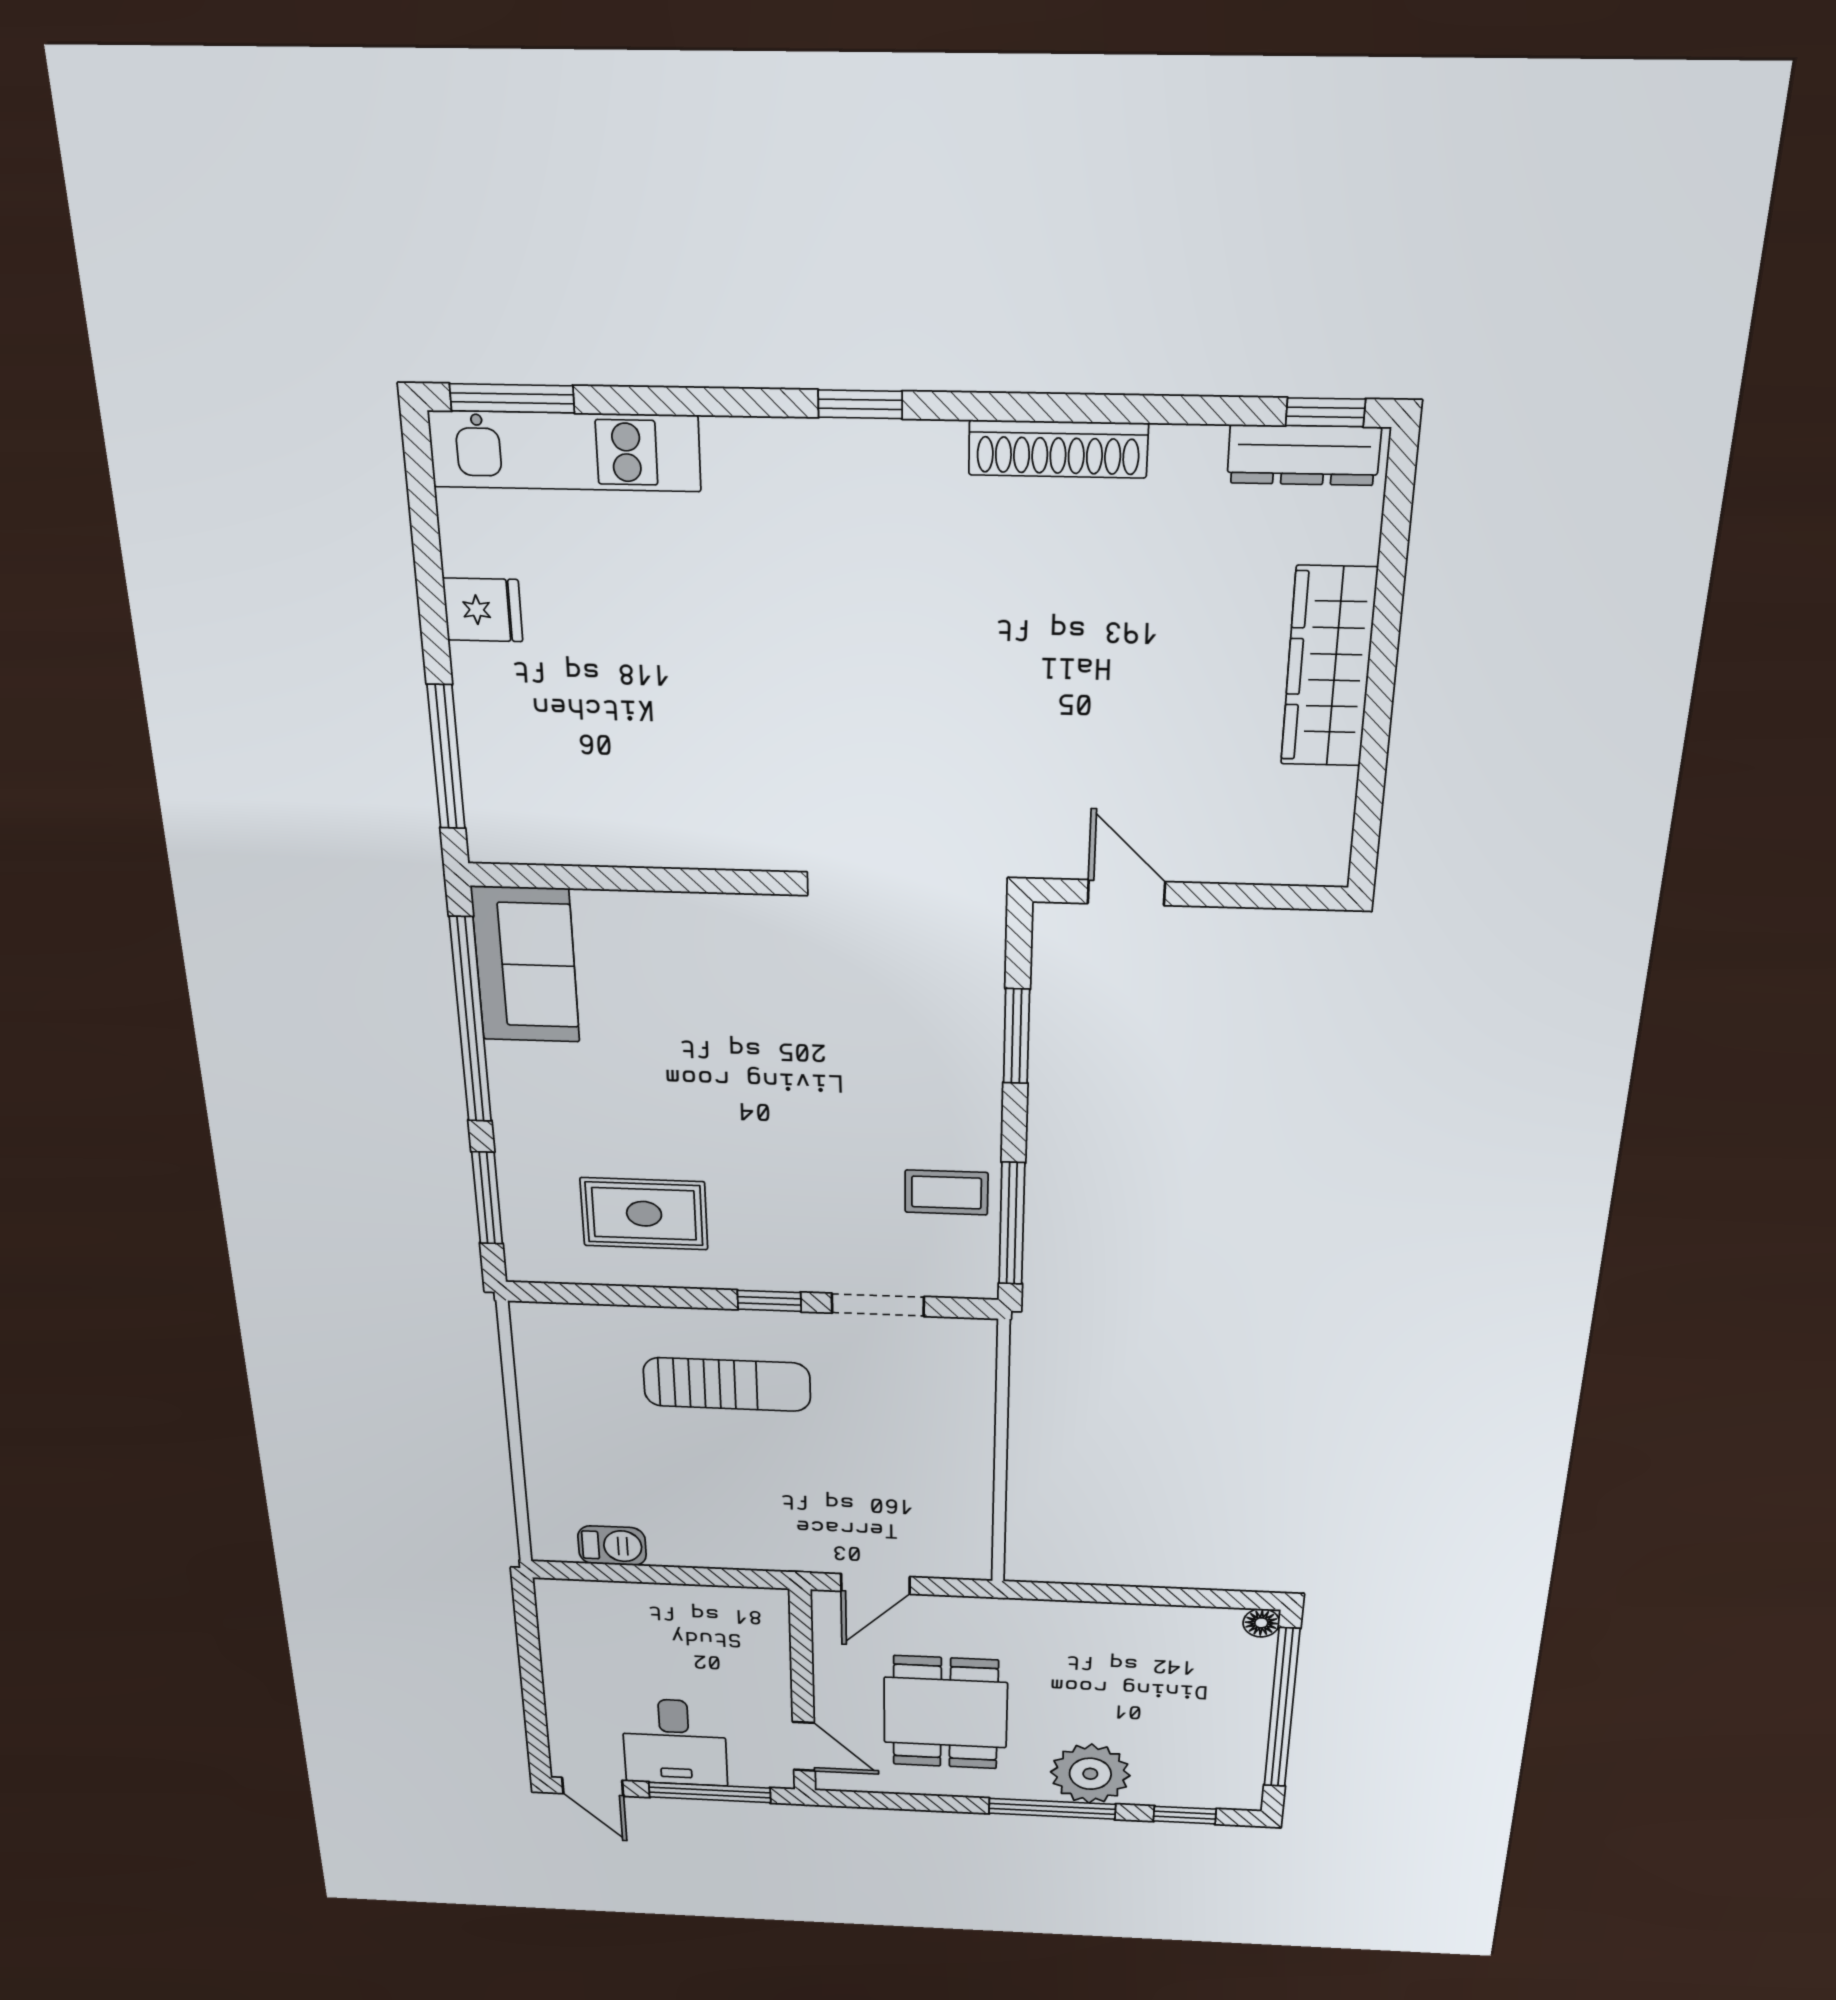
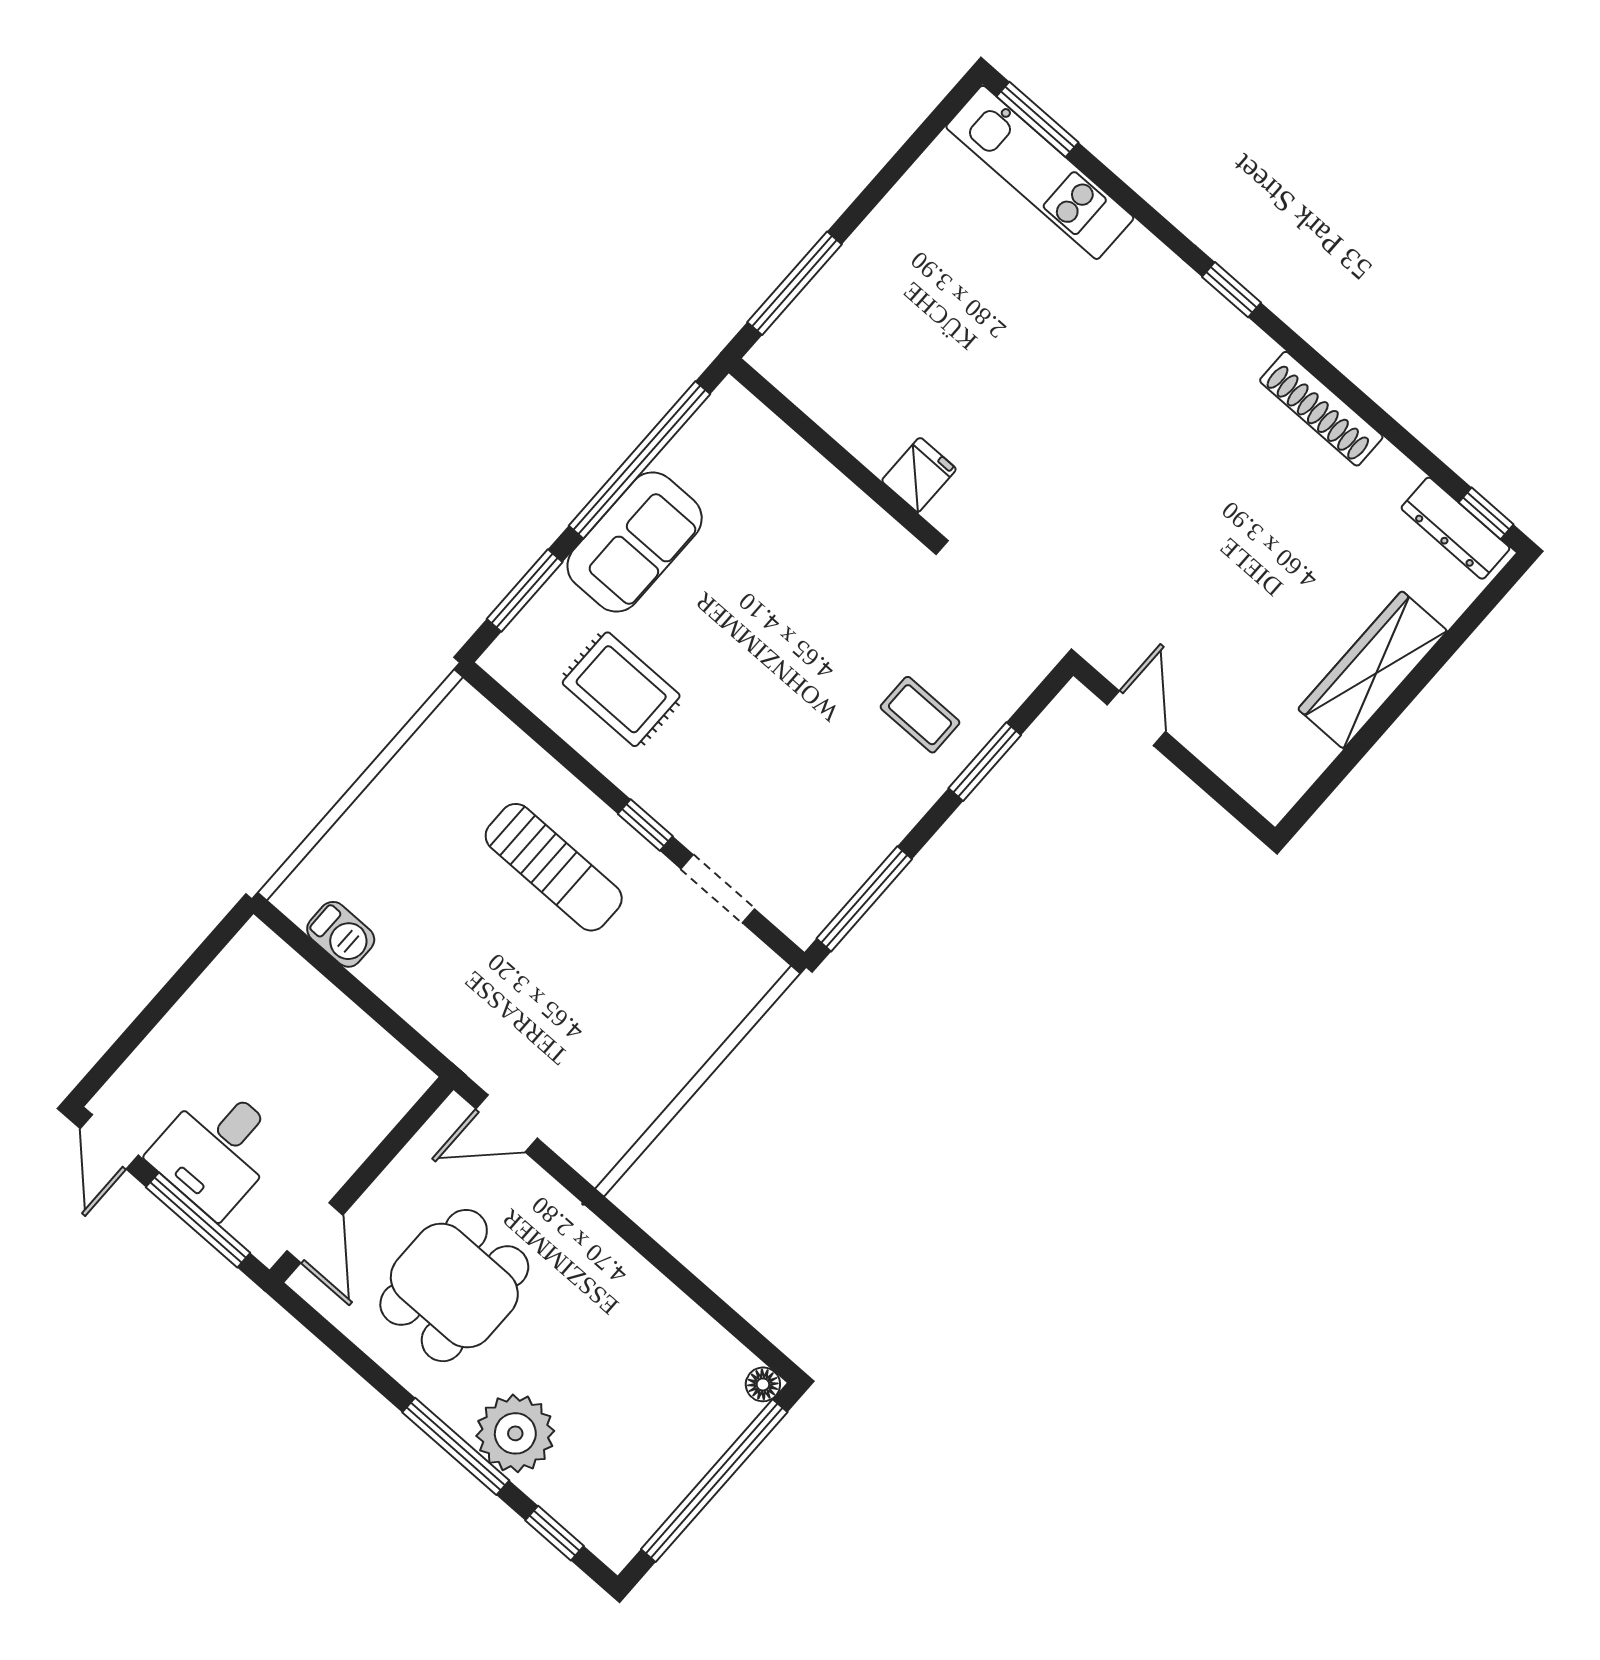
fridge: (483, 610) -> (919, 475), moved, turned -90
sofa: (526, 965) -> (635, 542), moved
coffee table: (946, 1192) -> (920, 715), moved

